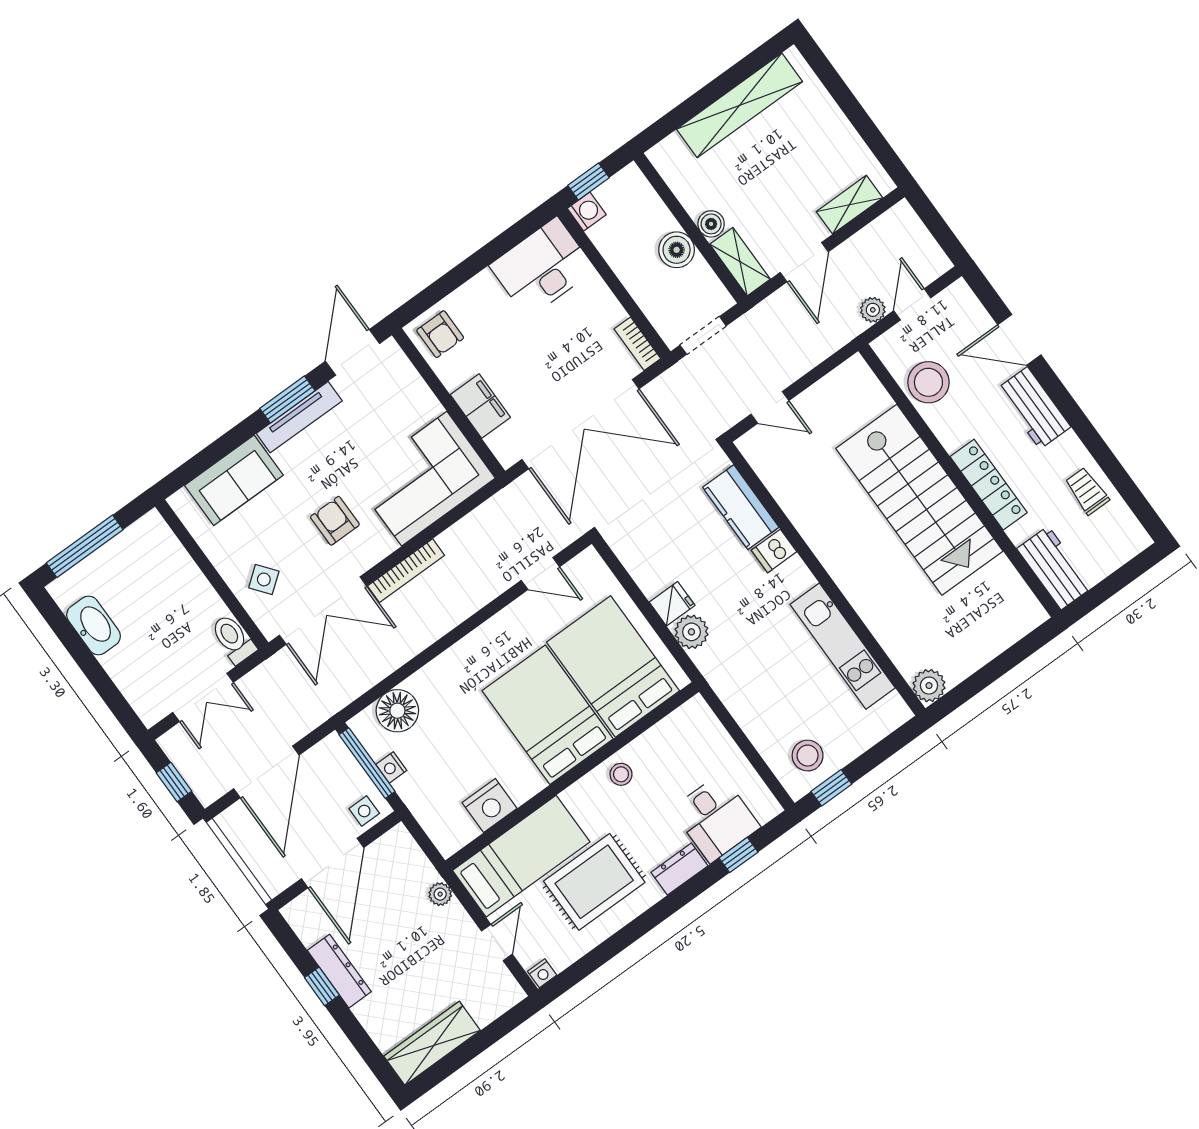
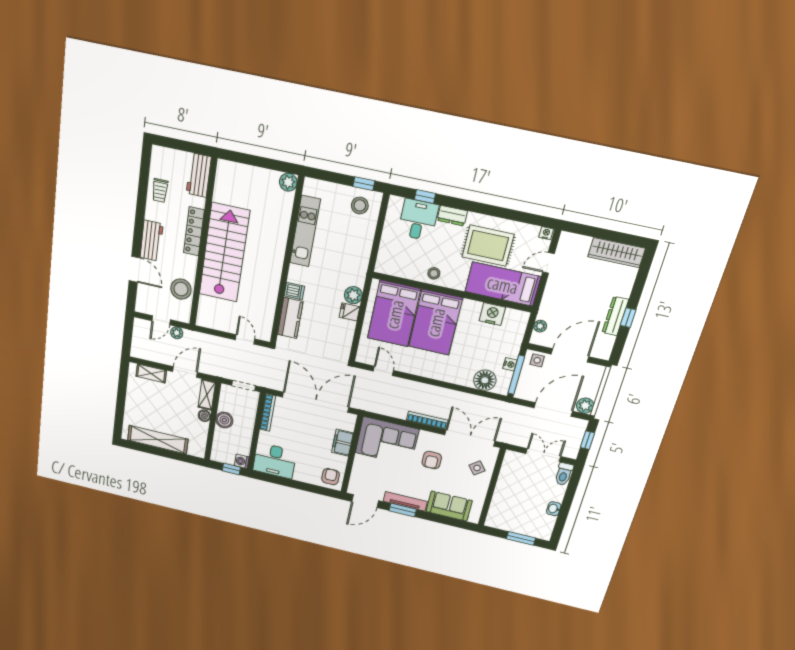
bookcase: (637, 344) -> (268, 413), width x1.56
window: (85, 546) -> (521, 538), width x0.69
washbasin: (94, 626) -> (554, 509), width x0.52, depth x0.69
toilet: (233, 639) -> (564, 474), moved
plant: (234, 822) -> (585, 406), added
plant: (440, 894) -> (540, 326), moved

